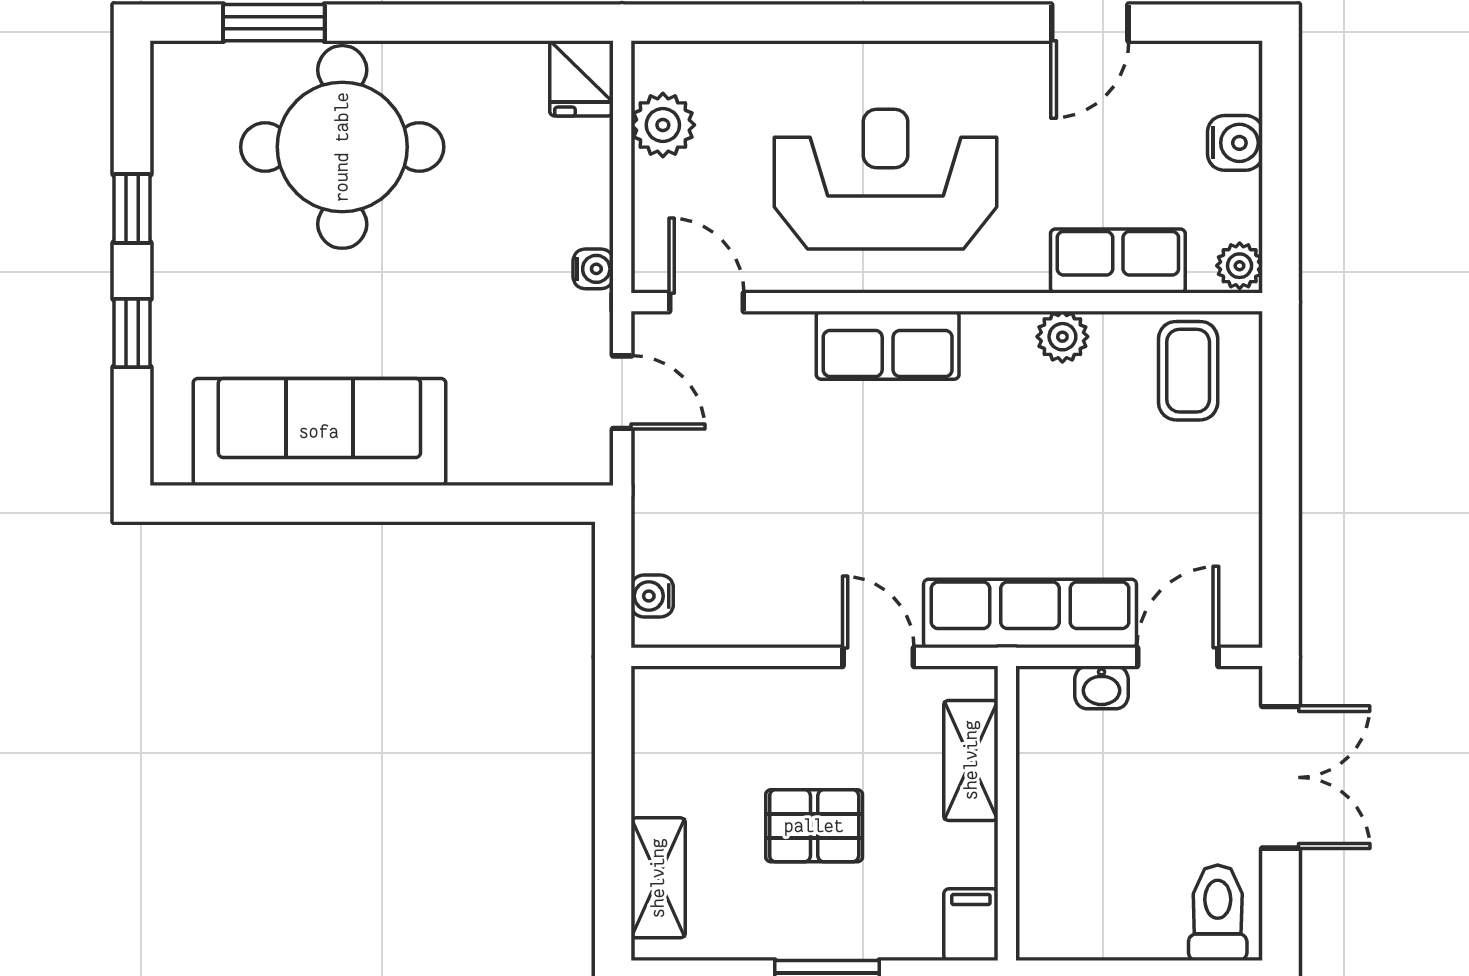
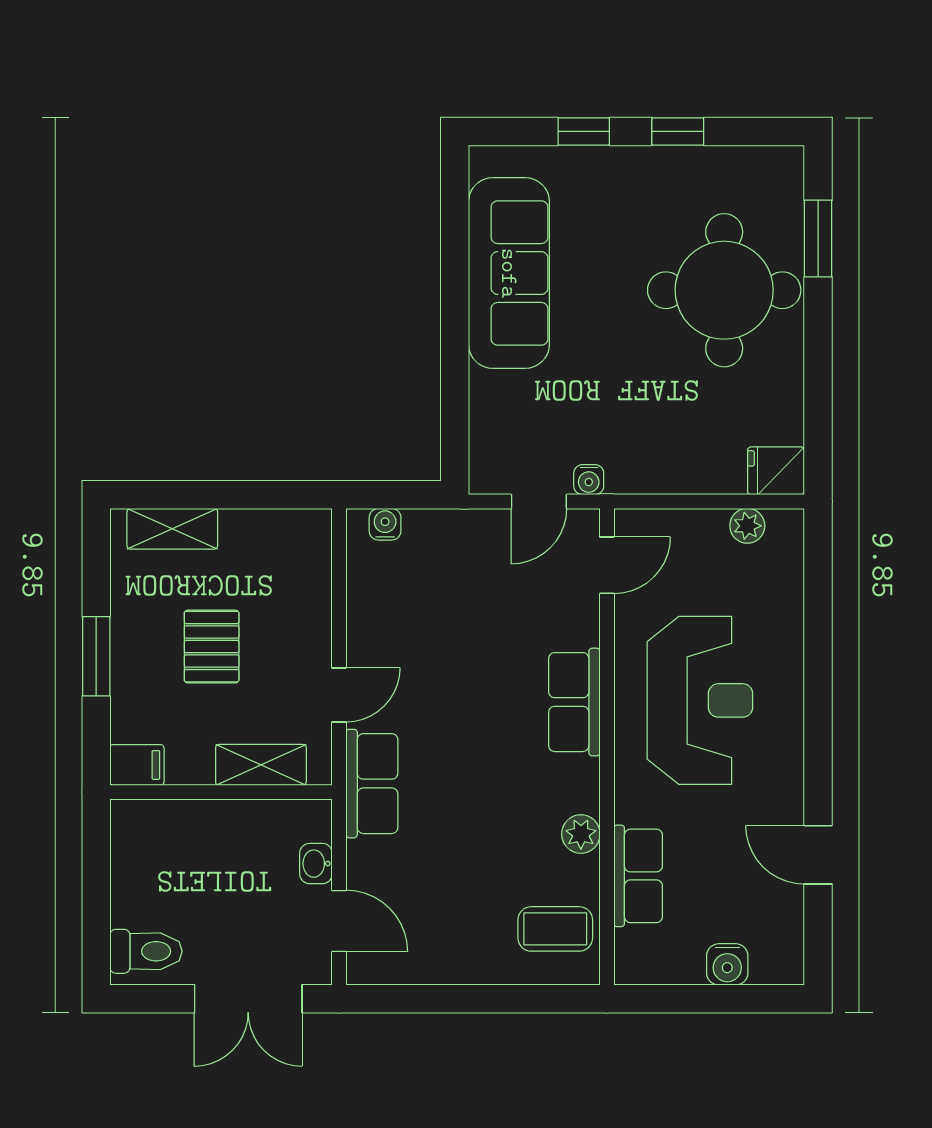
plant: (663, 125) -> (747, 526), width x0.73, depth x0.73
plant: (1240, 266) -> (634, 968), removed
water cooler: (593, 269) -> (589, 480), moved
row of seats: (1030, 614) -> (372, 784), width x0.68

